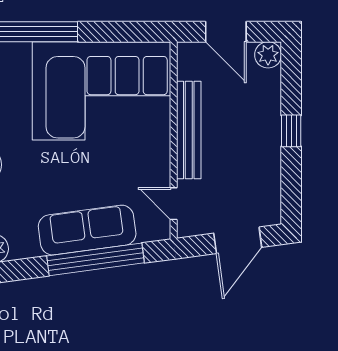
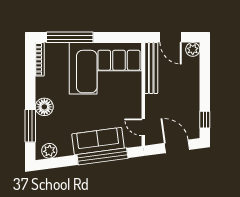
bench: (189, 130) -> (151, 68), moved
window: (291, 131) -> (205, 120), moved
door: (238, 240) -> (177, 146), swing flipped

